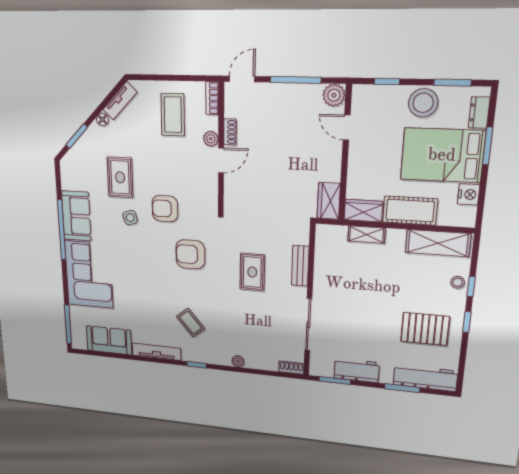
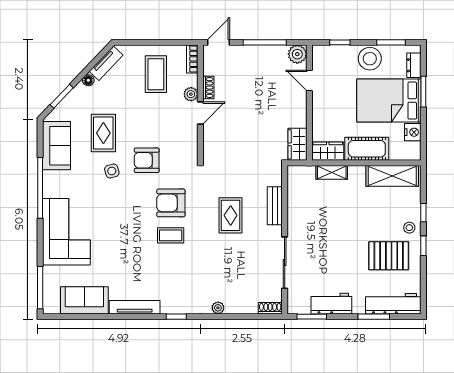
sofa: (76, 216) -> (57, 146), moved
stool: (458, 282) -> (409, 228), moved
coffee table: (191, 323) -> (171, 235), moved, turned -50

